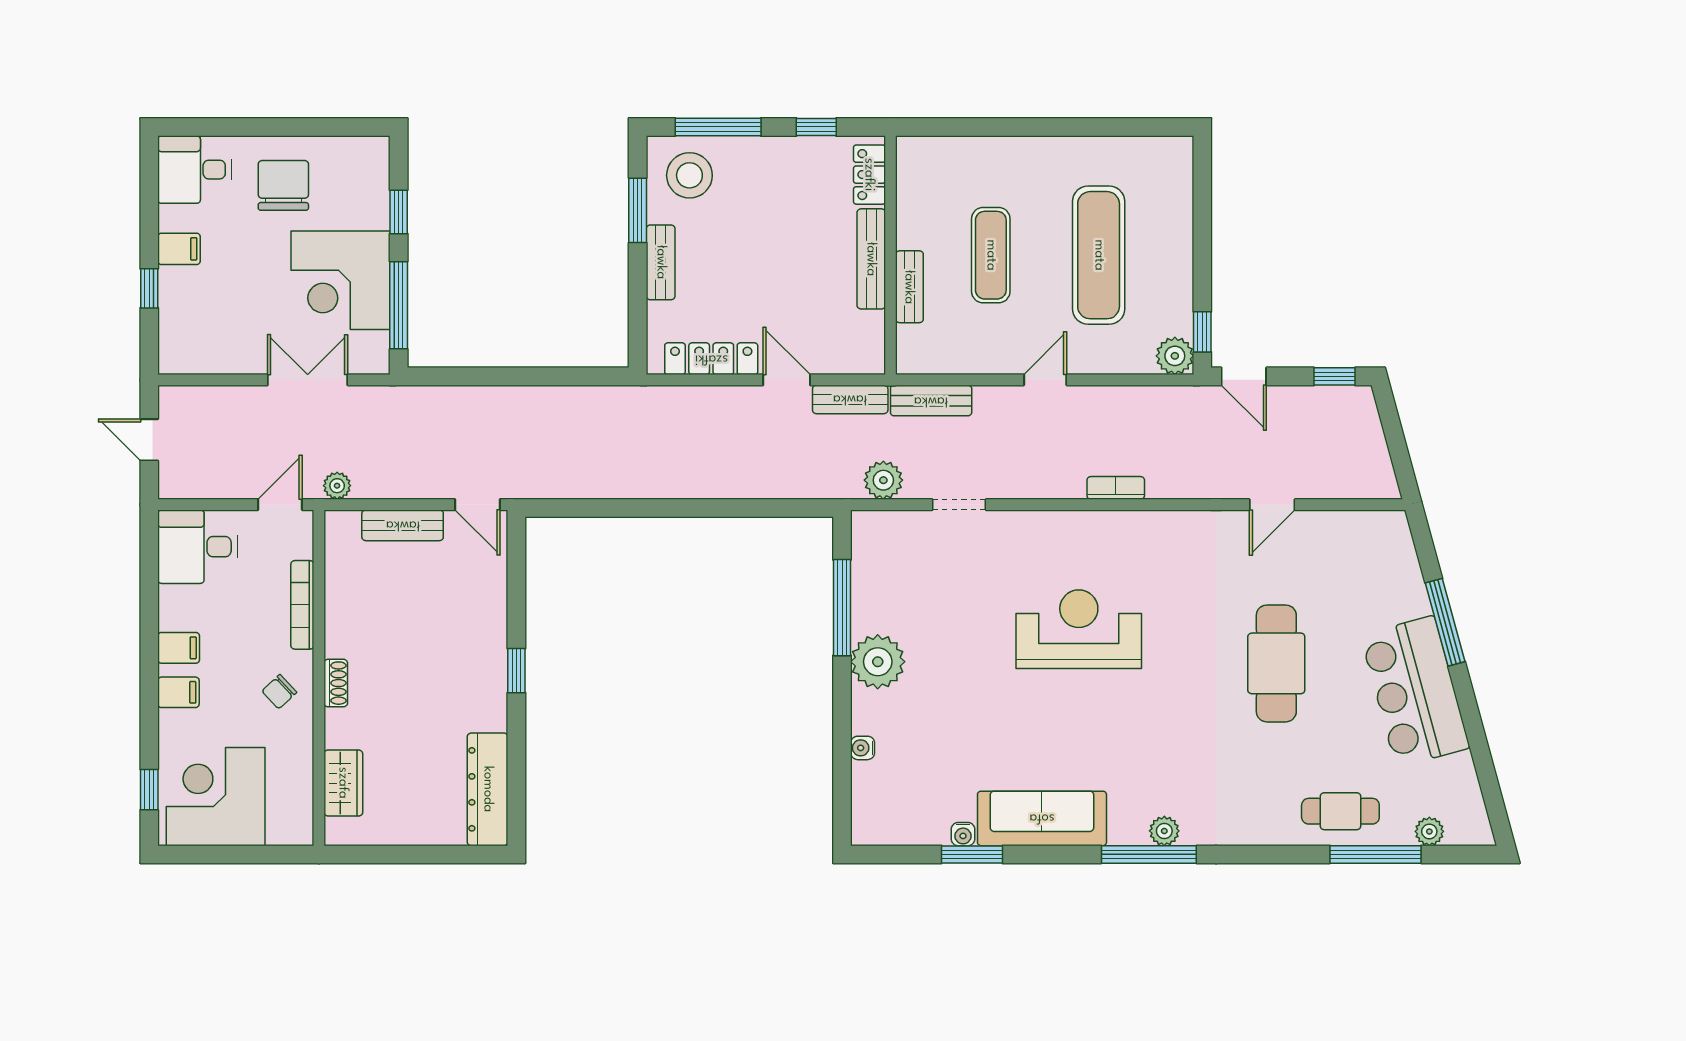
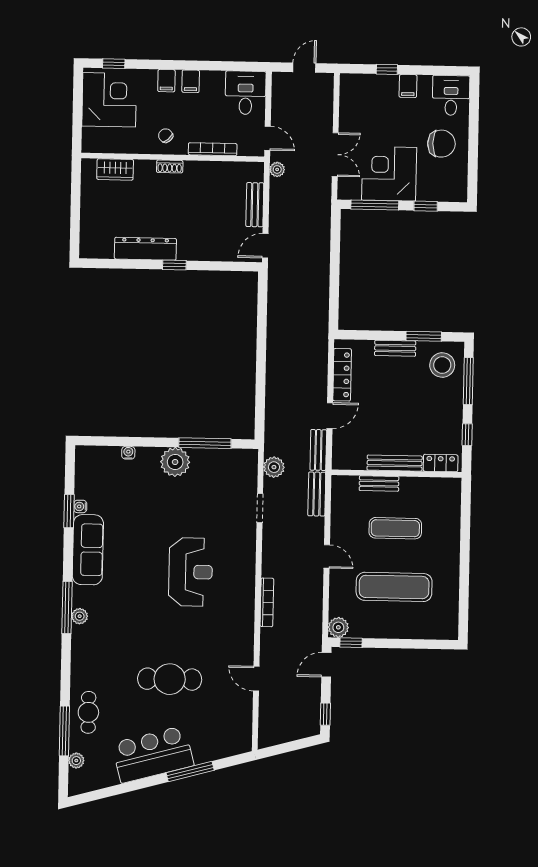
bookcase: (1116, 488) -> (267, 602), width x1.56
dresser: (488, 789) -> (145, 249), moved

